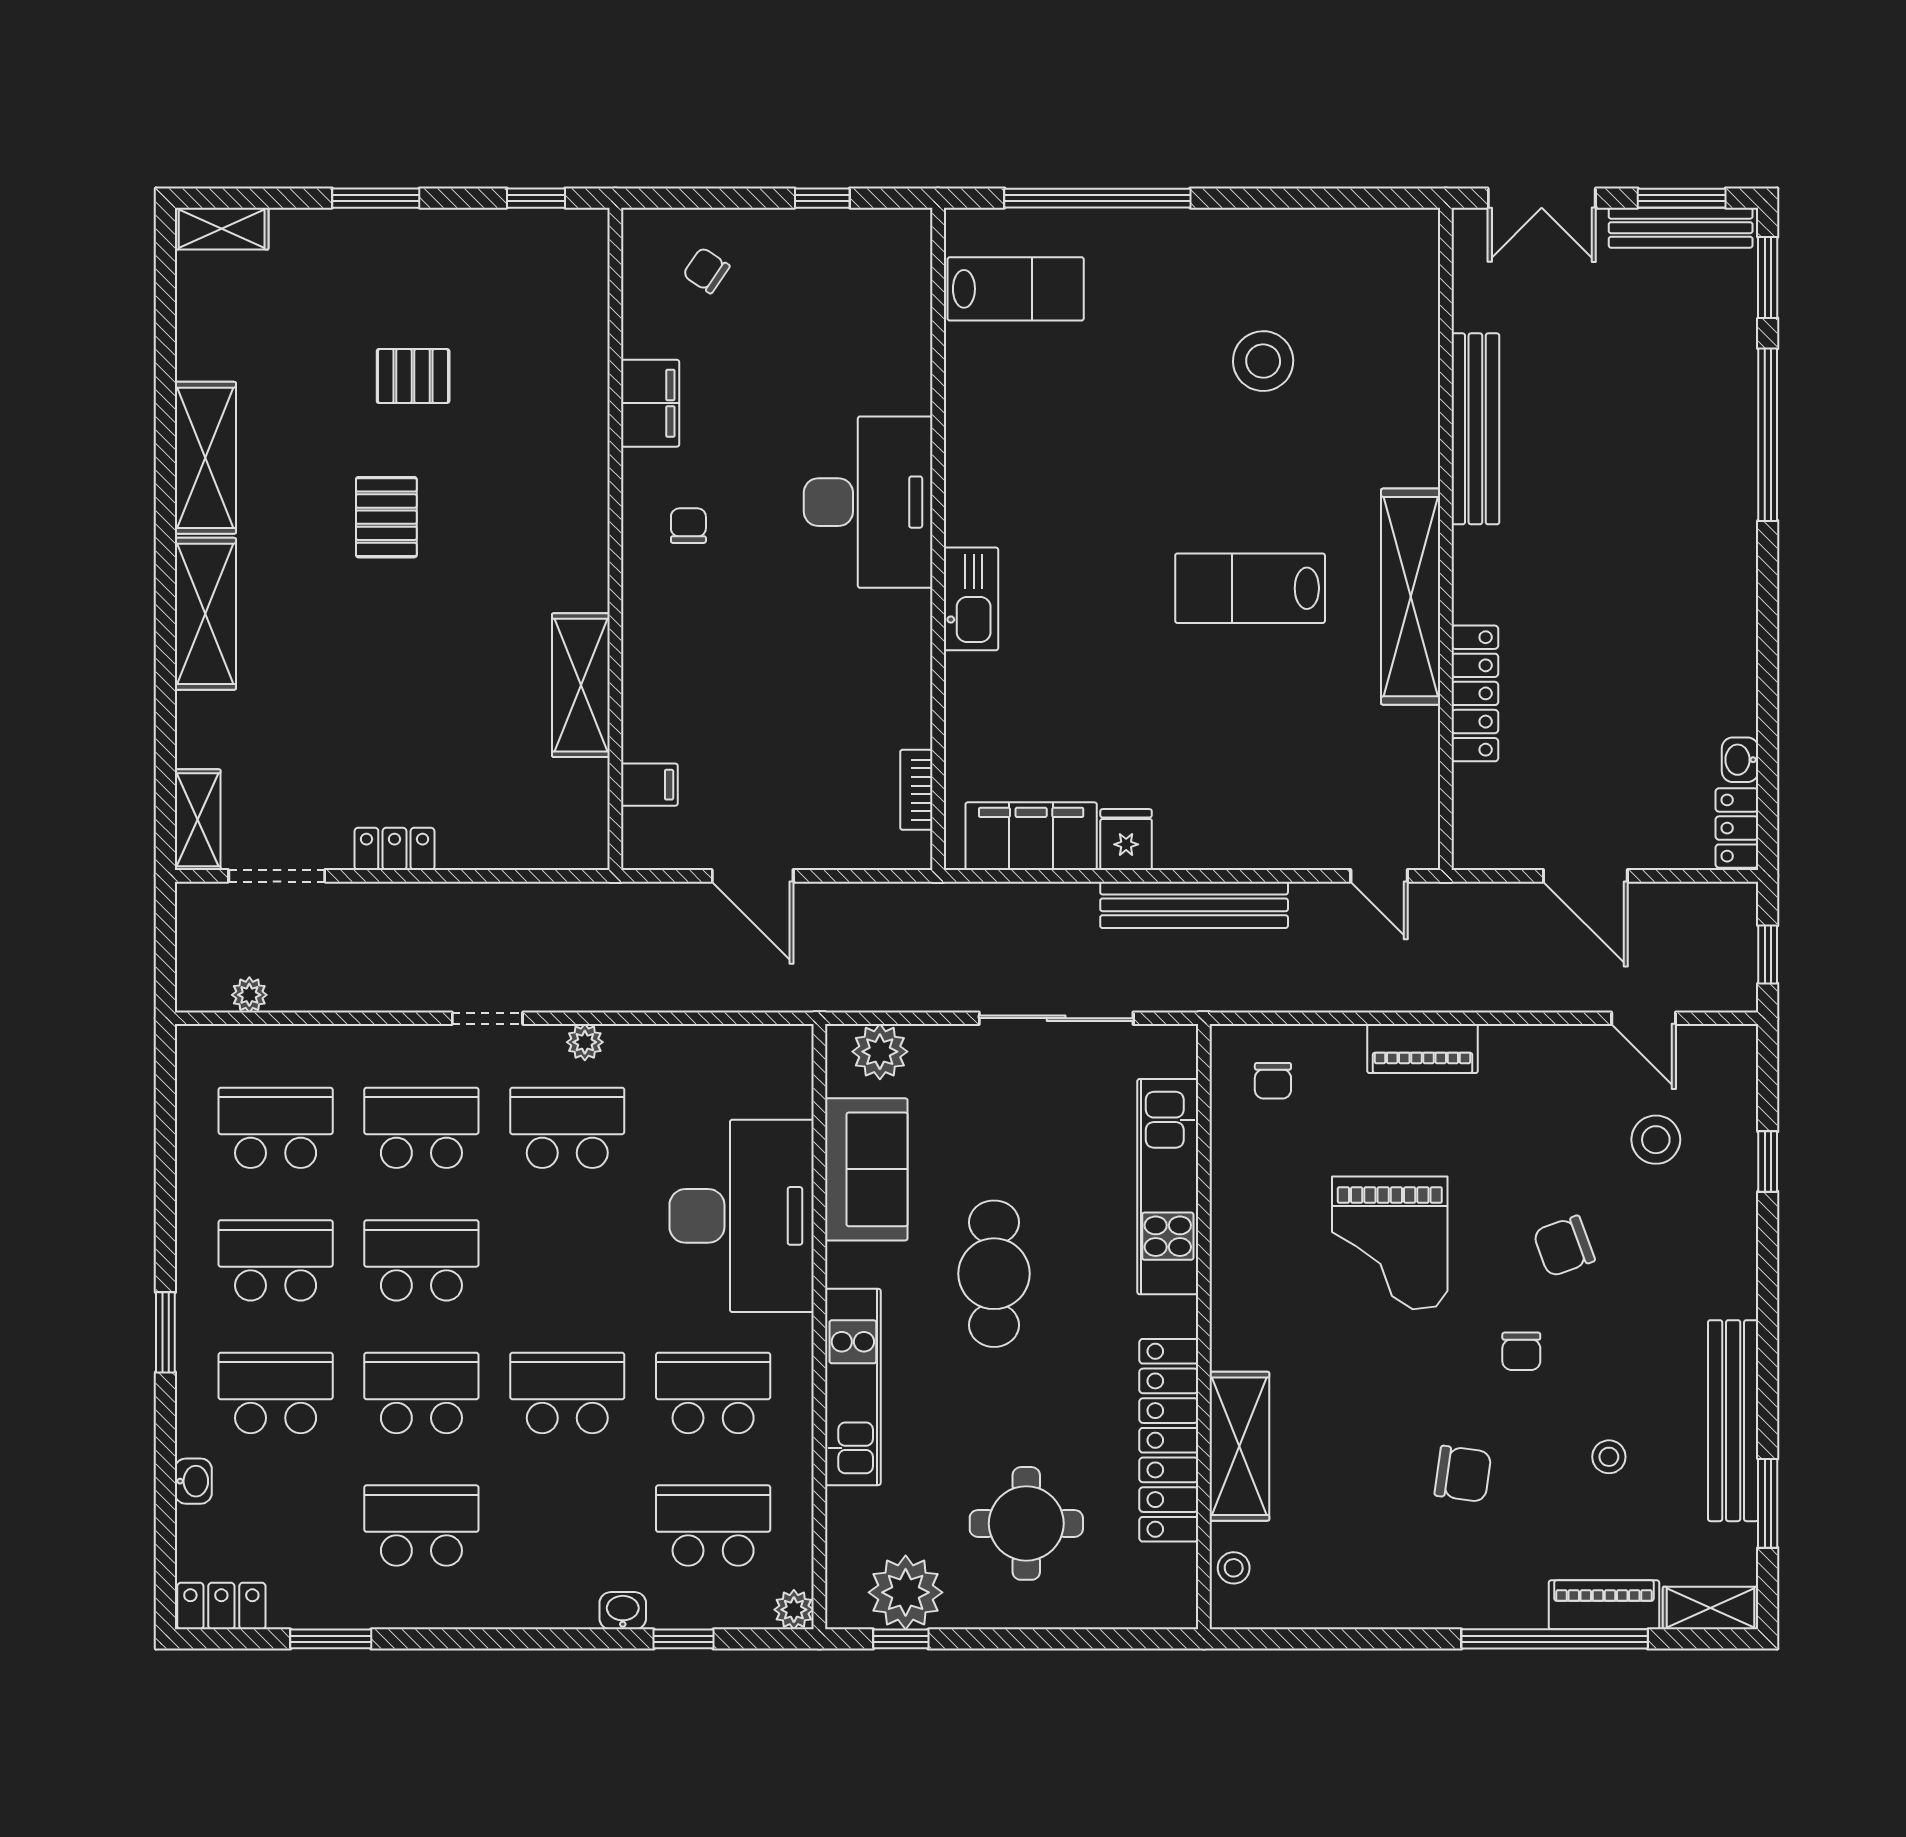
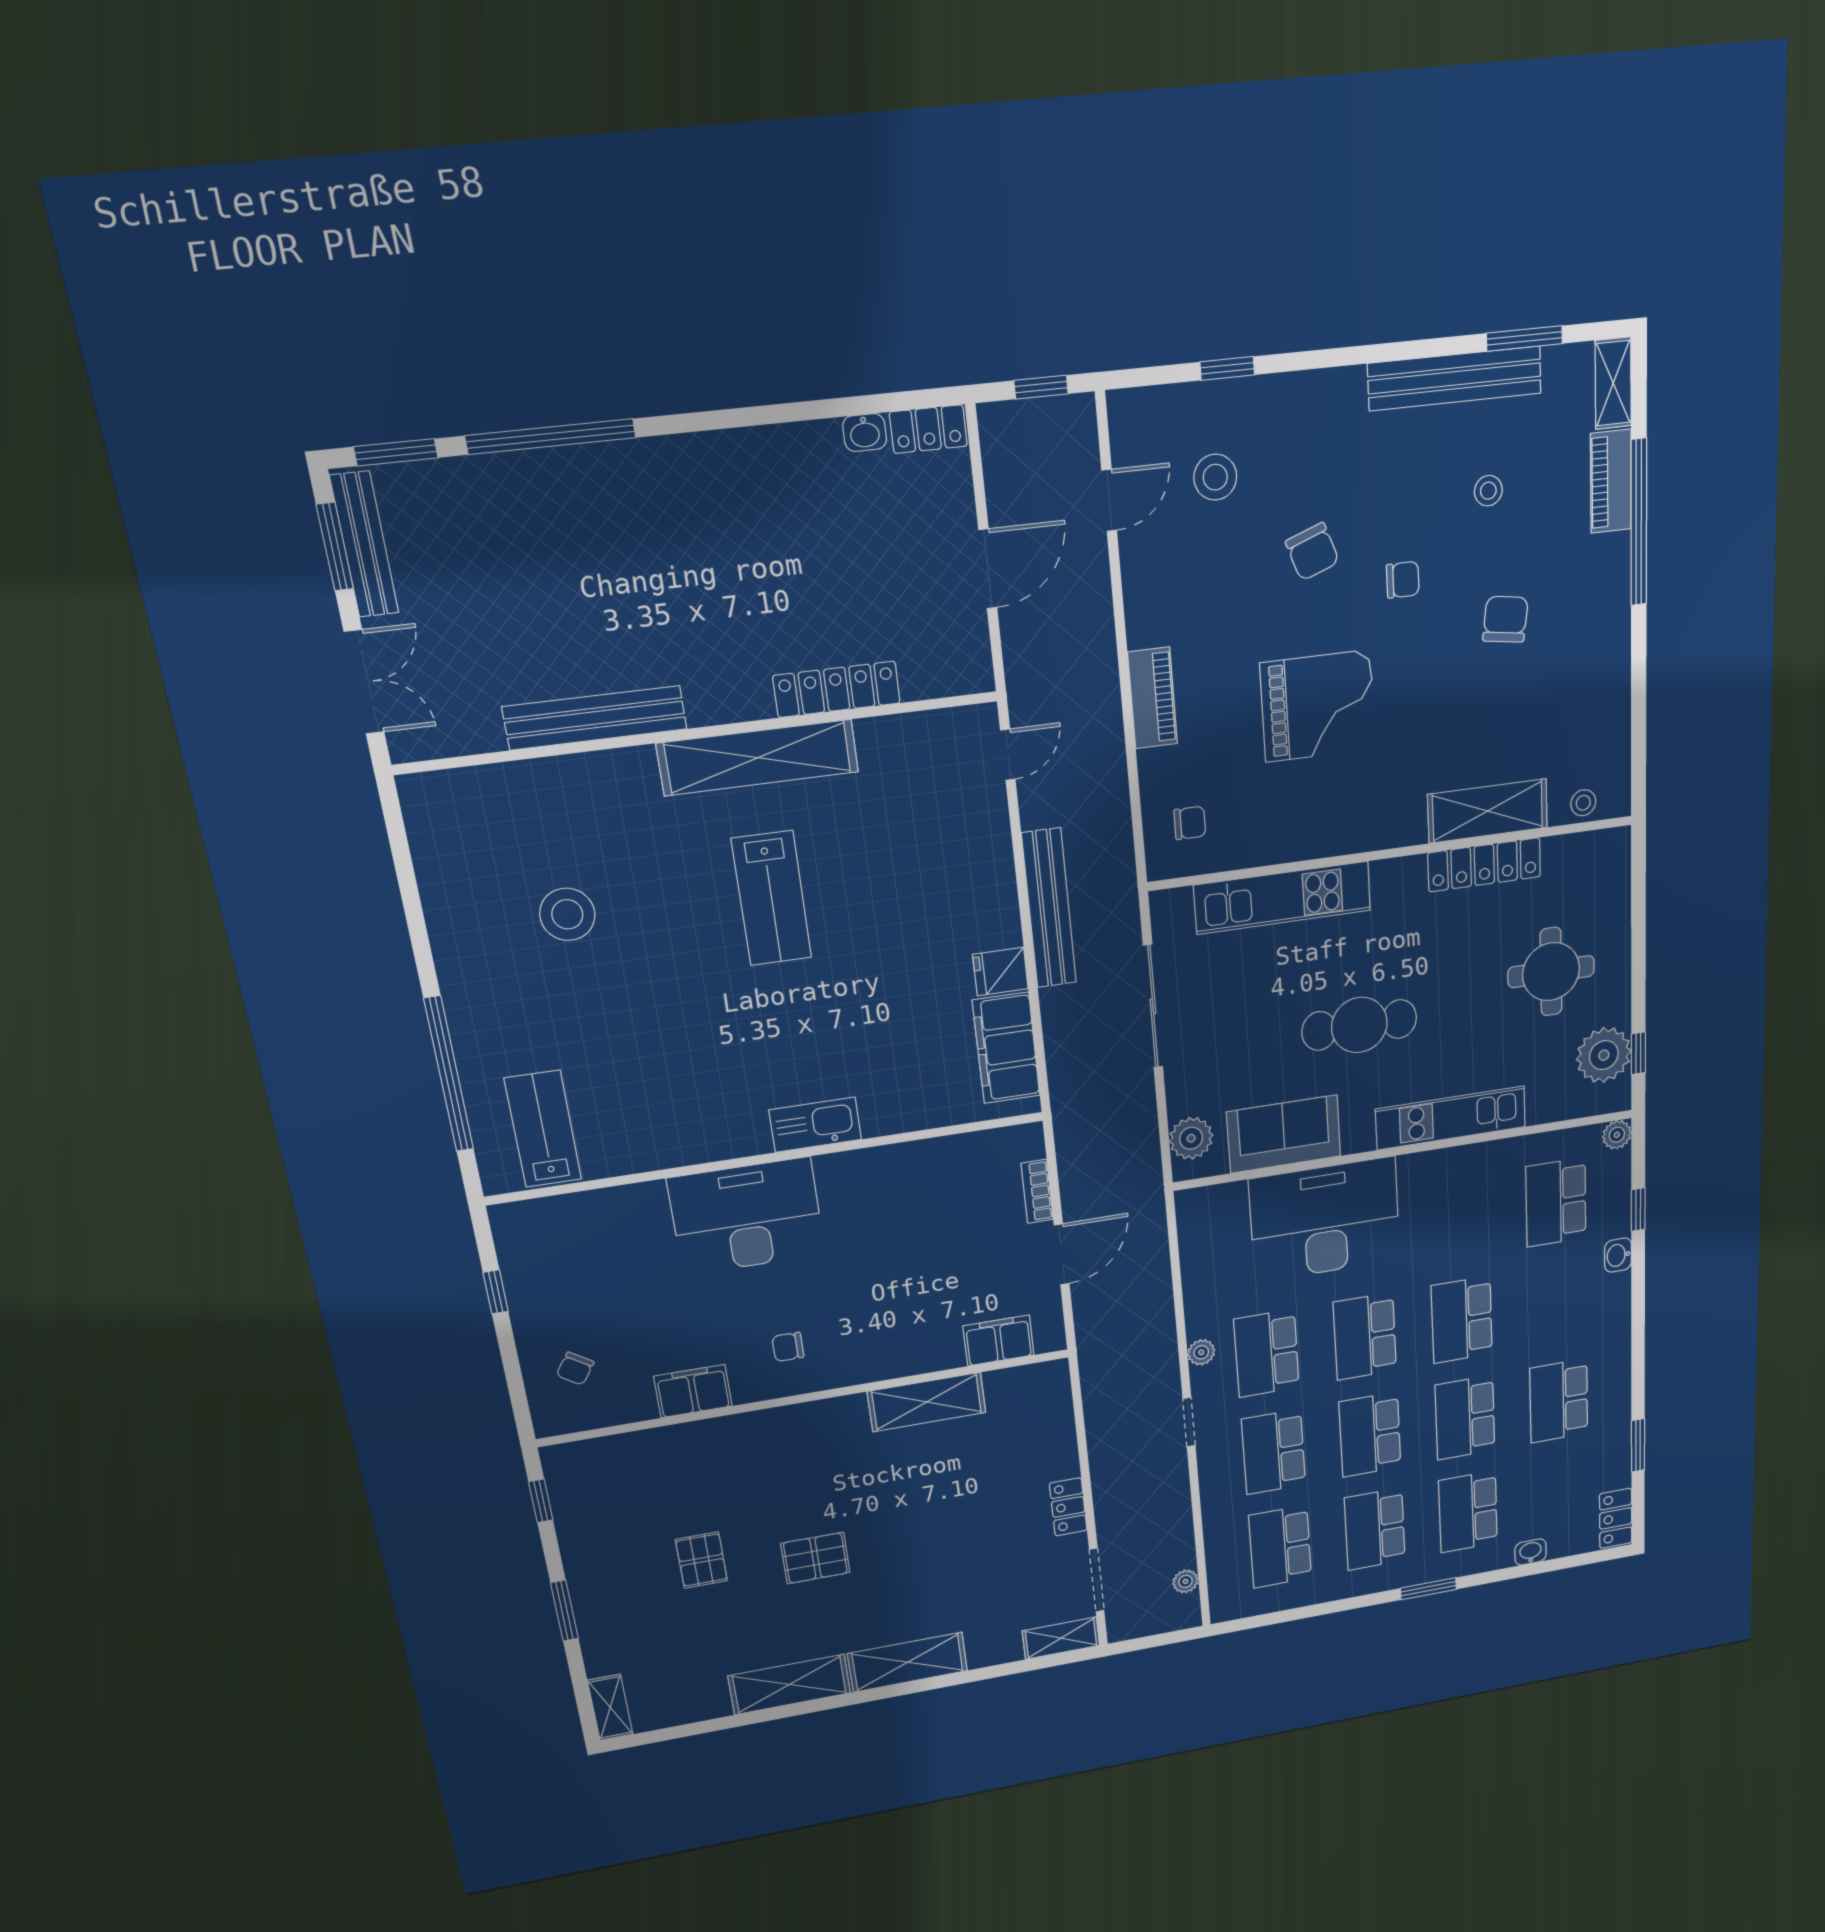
filing cabinet: (649, 785) -> (998, 1341), width x2.00
bookcase: (916, 790) -> (1037, 1191), moved, turned 90
school desk: (713, 1393) -> (1365, 1337), moved
locker: (1169, 1440) -> (1484, 865), width x0.71, depth x0.83

